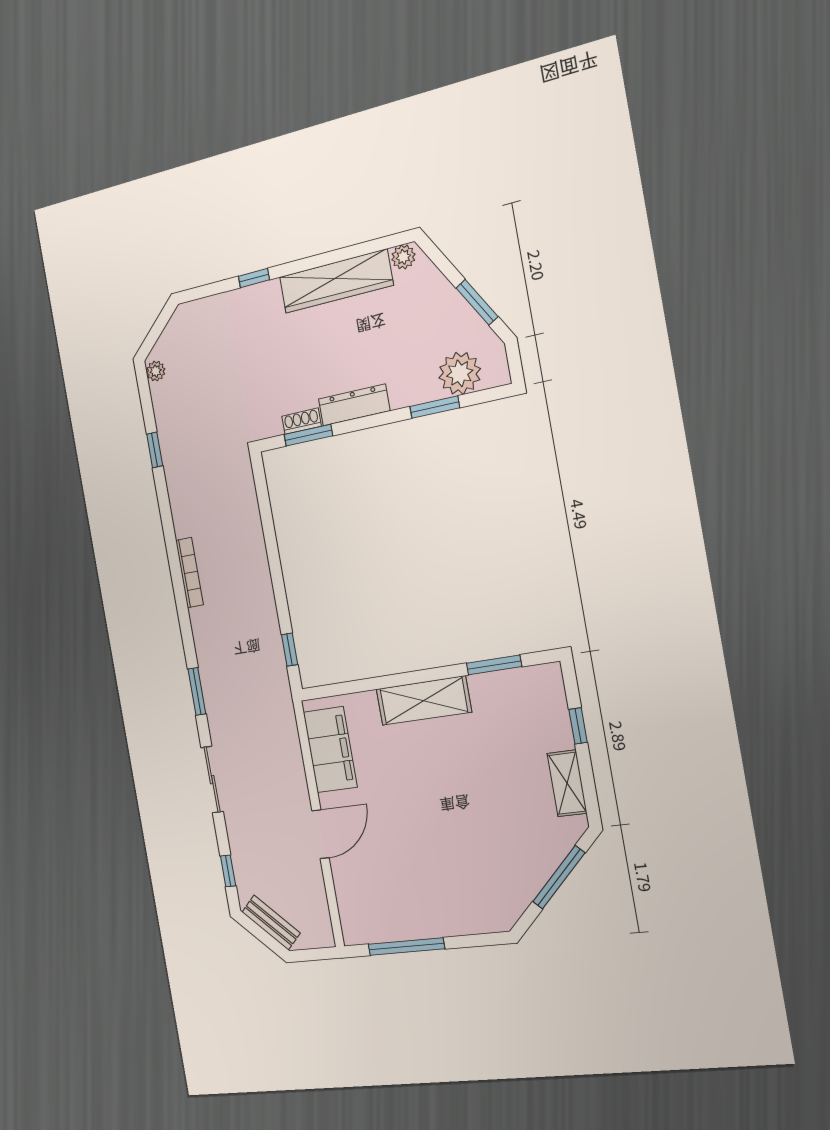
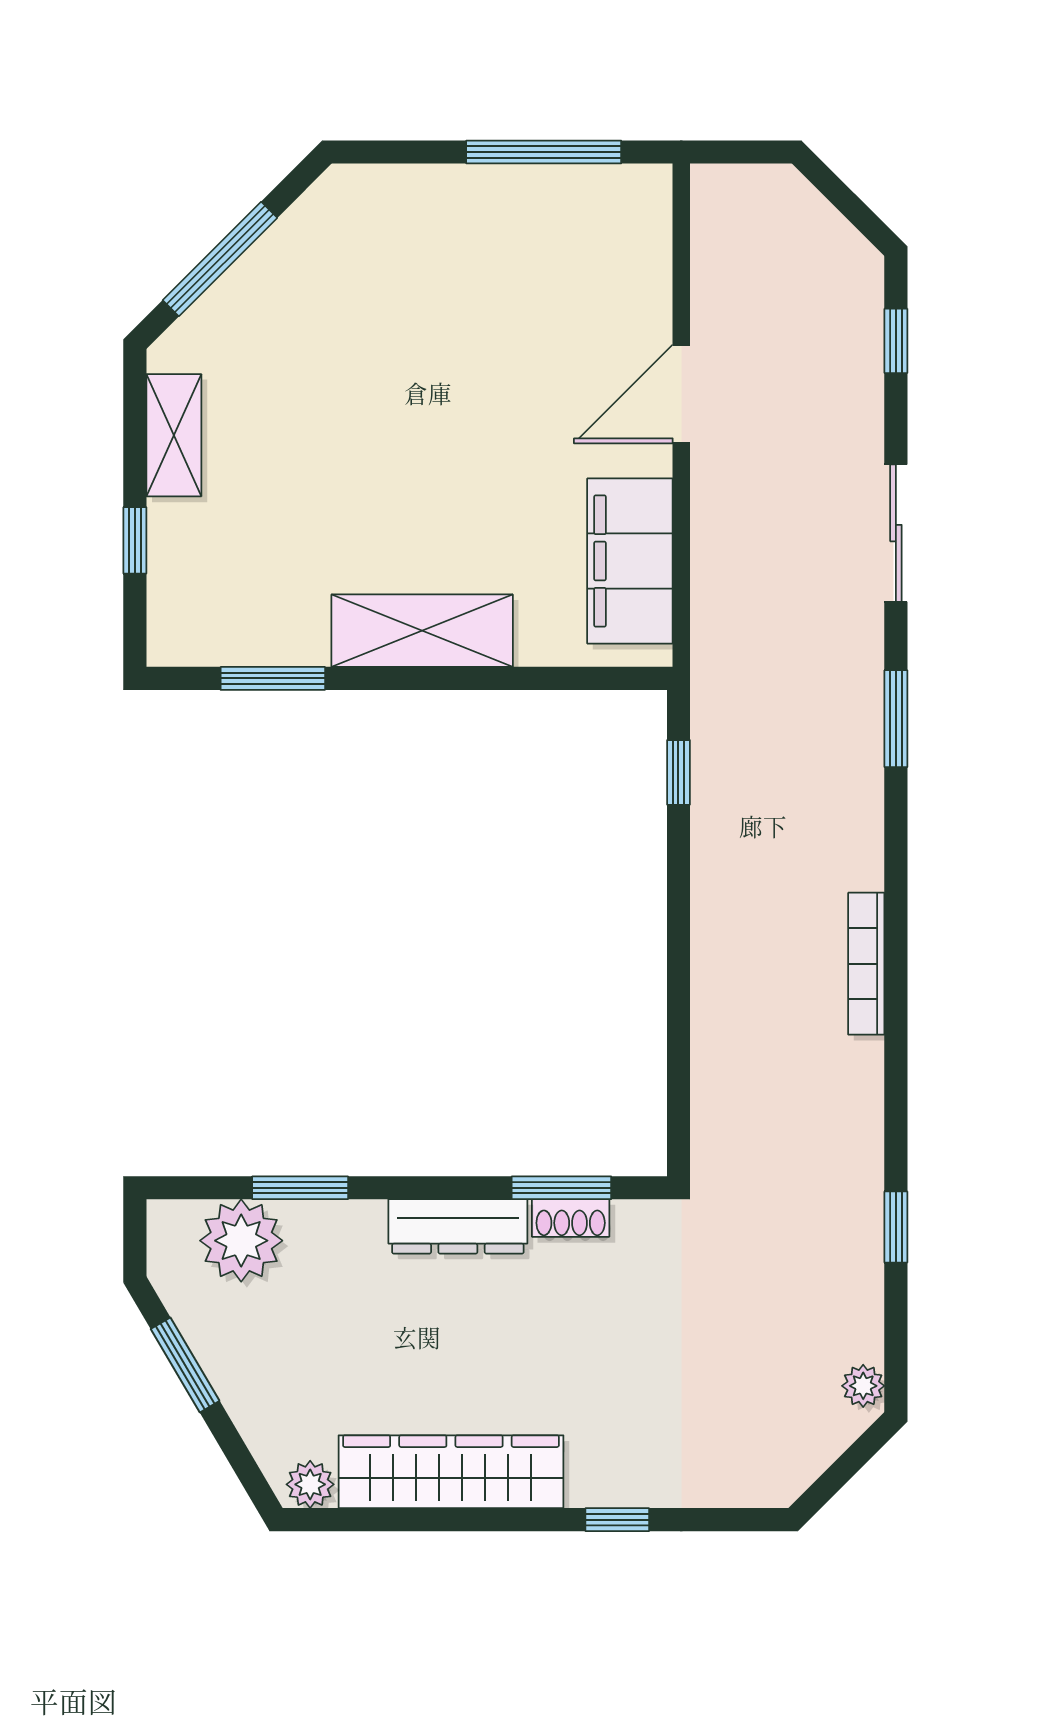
bench: (271, 922) -> (821, 225), removed

